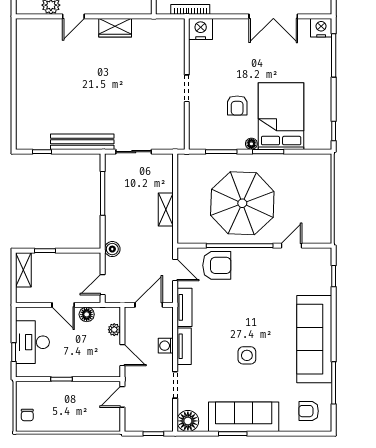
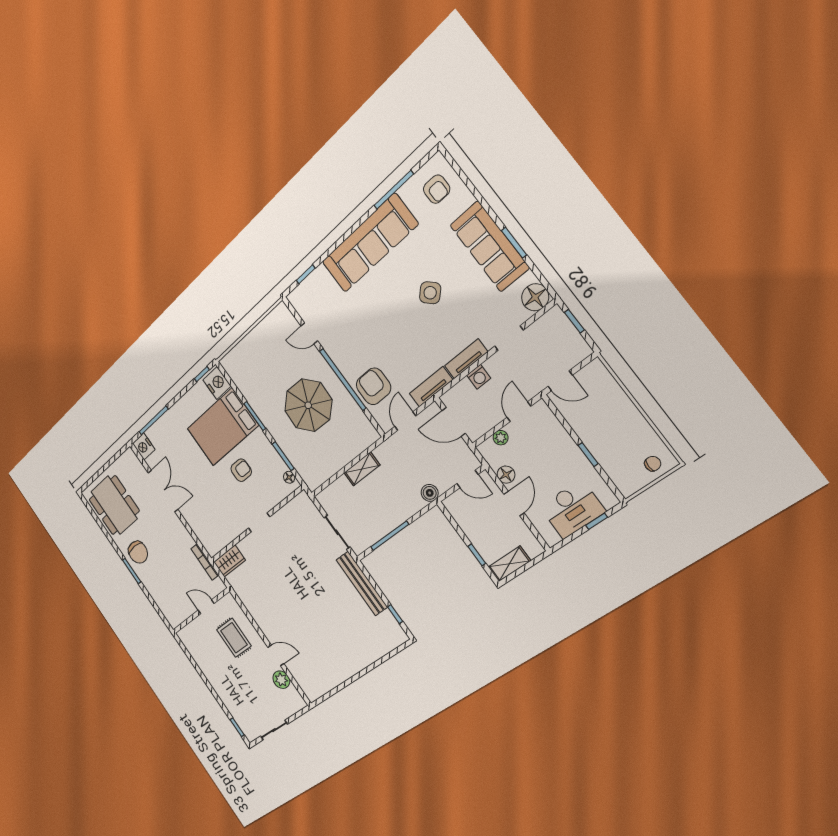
wardrobe: (115, 28) -> (229, 561), moved, turned 90
nightstand: (201, 29) -> (217, 383), moved, turned 180
floor lamp: (251, 144) -> (289, 477), moved
parasol: (242, 203) -> (308, 405), width x0.73, depth x0.73
side table: (247, 355) -> (430, 293), turned 45

